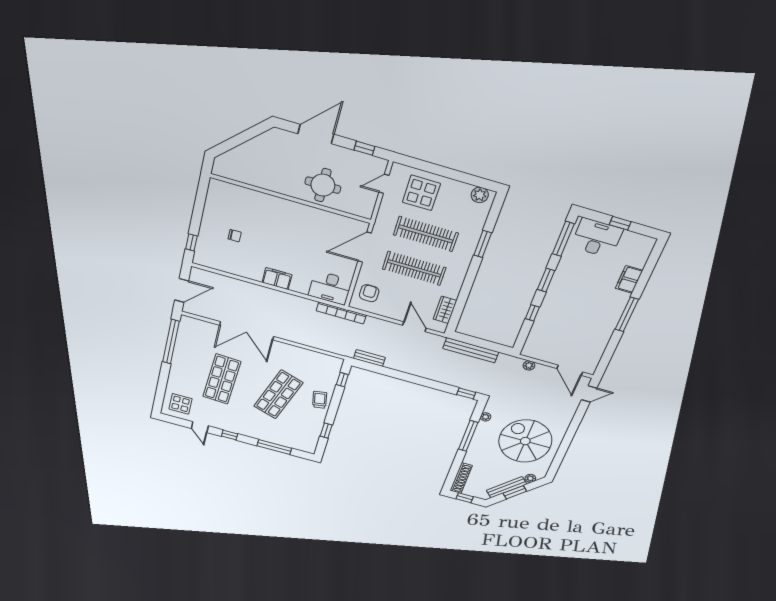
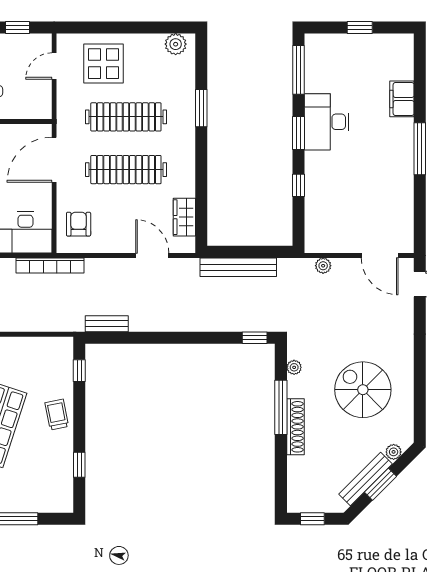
desk: (597, 238) -> (327, 122), moved, turned -90
spiral stairs: (525, 441) -> (363, 390), width x0.73, depth x0.73
shoe rack: (461, 478) -> (295, 427), moved

